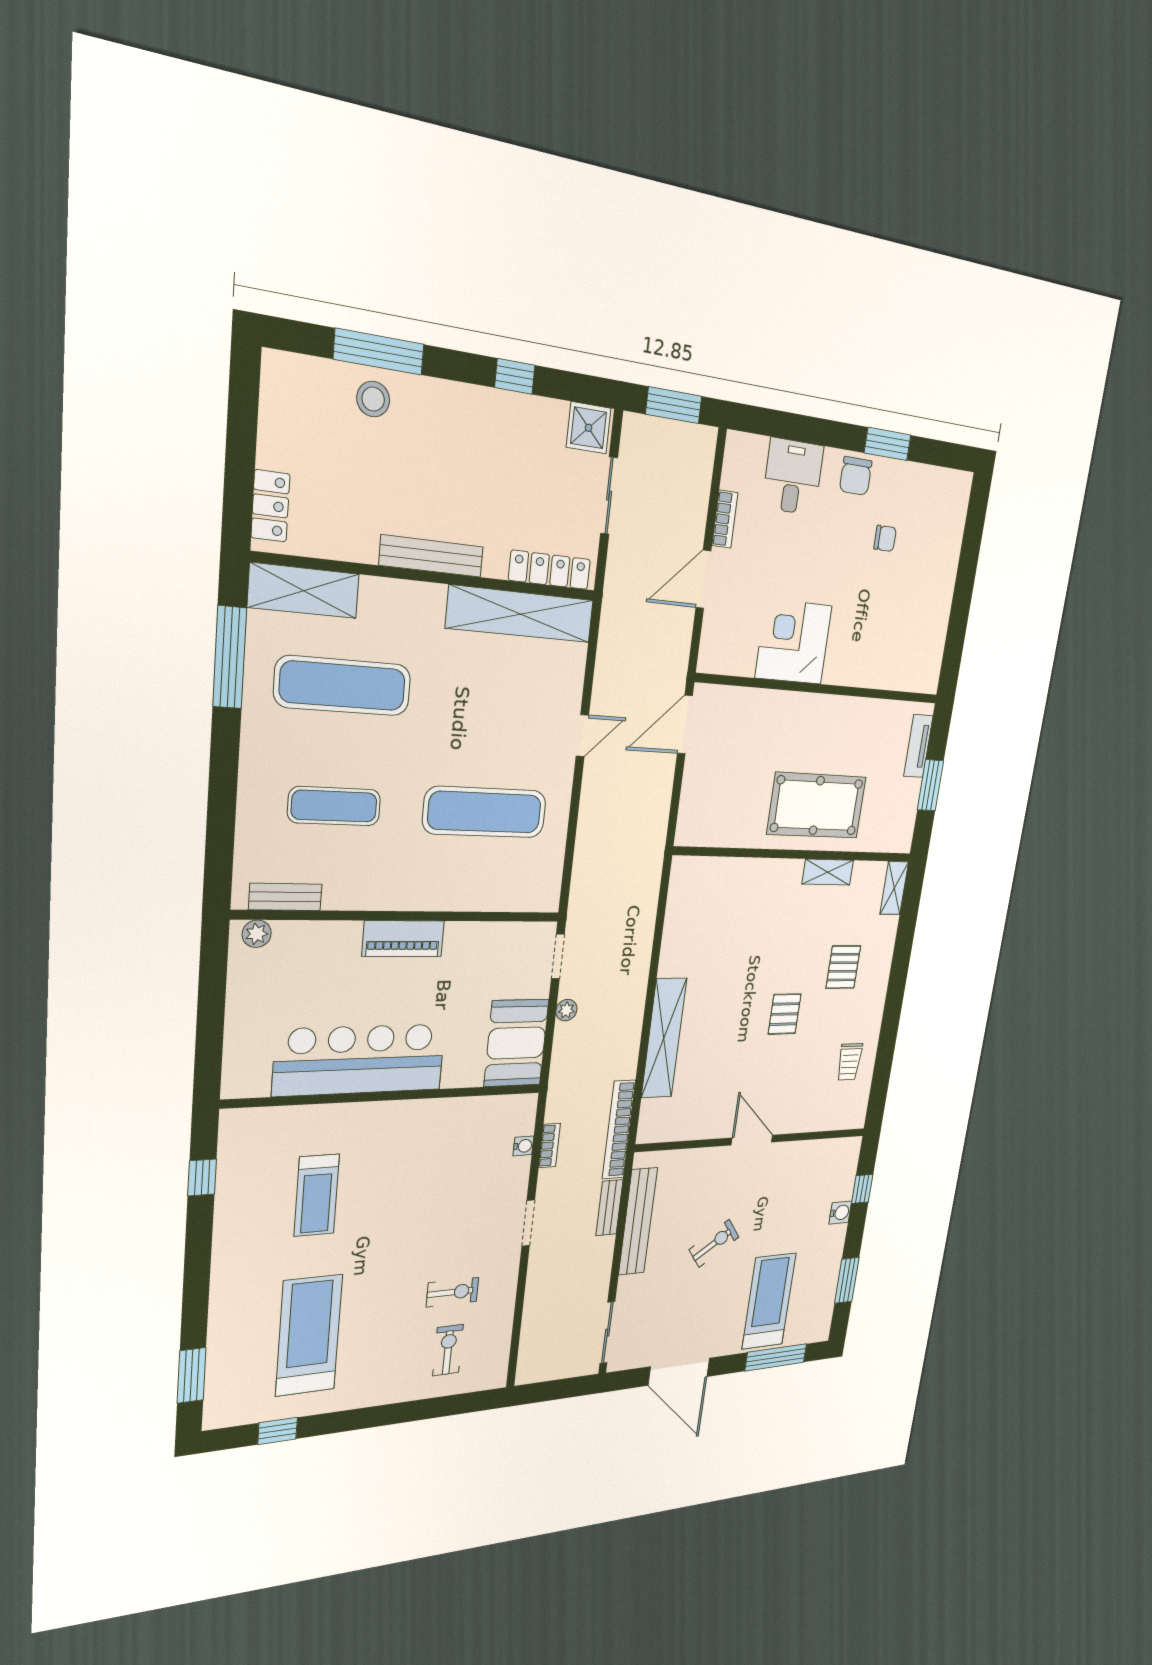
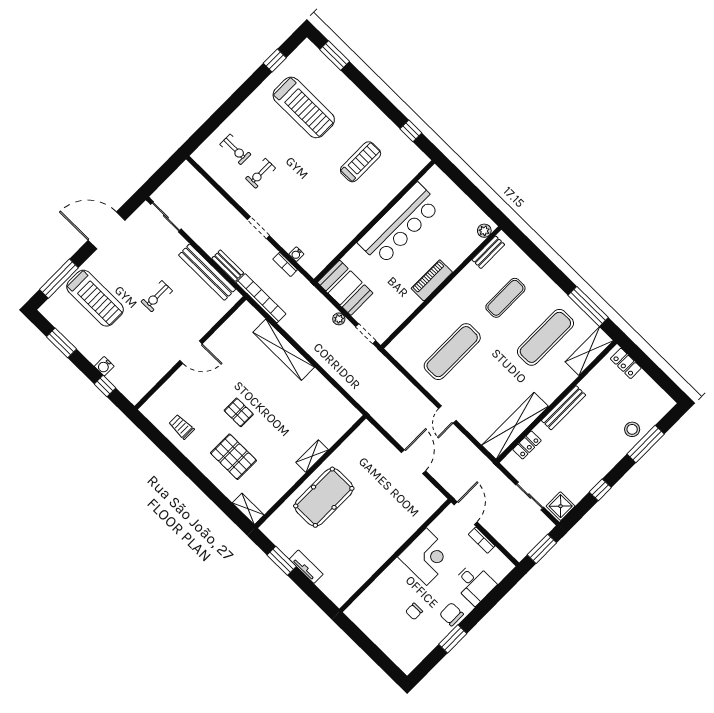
locker: (550, 570) -> (527, 445), width x0.66
corner desk: (794, 642) -> (426, 557), moved
wall: (821, 689) -> (395, 556), moved
shelving: (828, 872) -> (312, 456), moved
pallet: (843, 967) -> (233, 457), width x1.50, depth x1.42
treadmill: (317, 1195) -> (361, 162), turned 90
exercise bike: (714, 1243) -> (157, 296), turned 35

